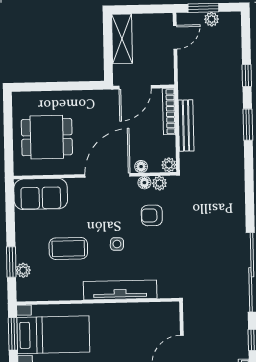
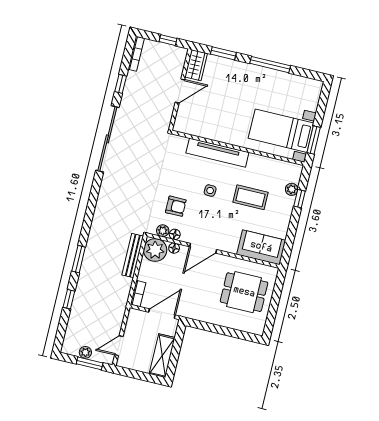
bookcase: (169, 112) -> (138, 294), width x0.64
bench: (186, 125) -> (133, 256), moved
plant: (169, 165) -> (155, 250), width x1.87, depth x1.87
door: (107, 175) -> (203, 248), width x0.73
window: (11, 262) -> (300, 199), width x0.67

